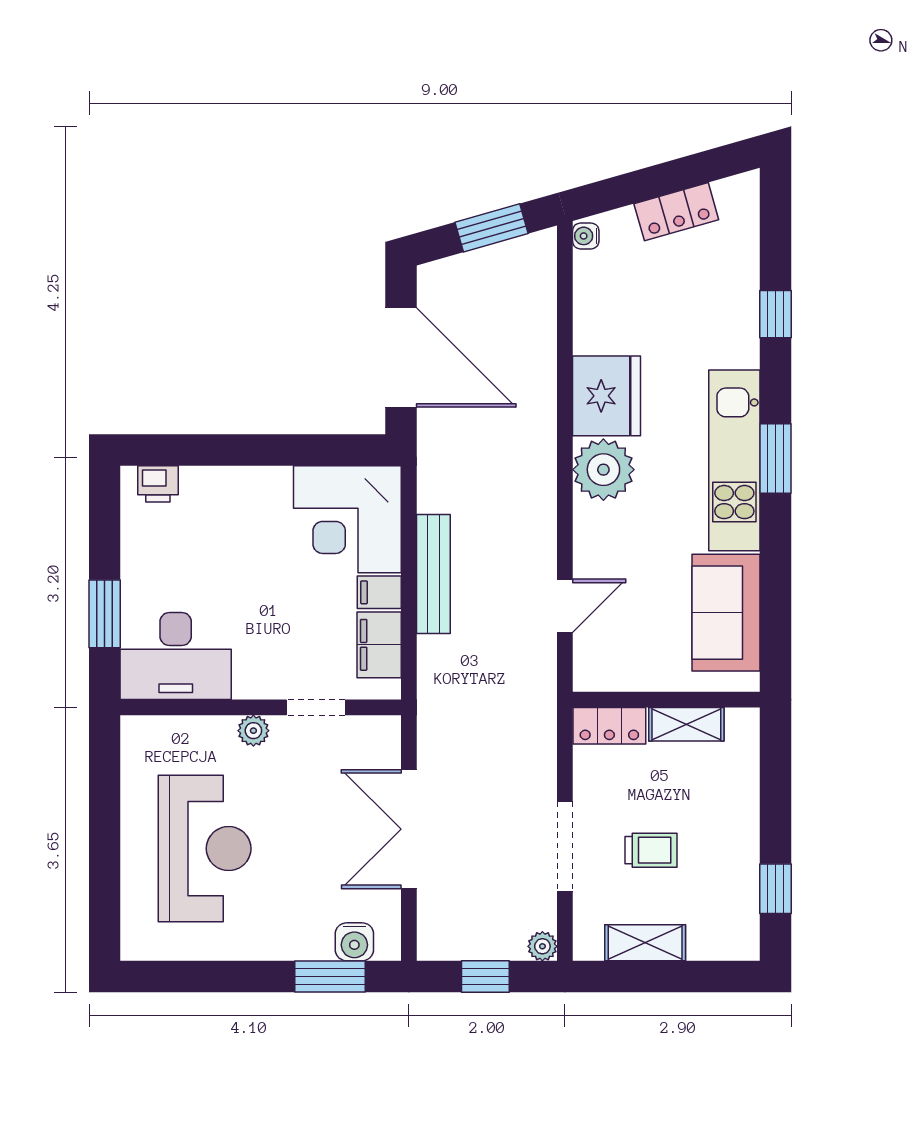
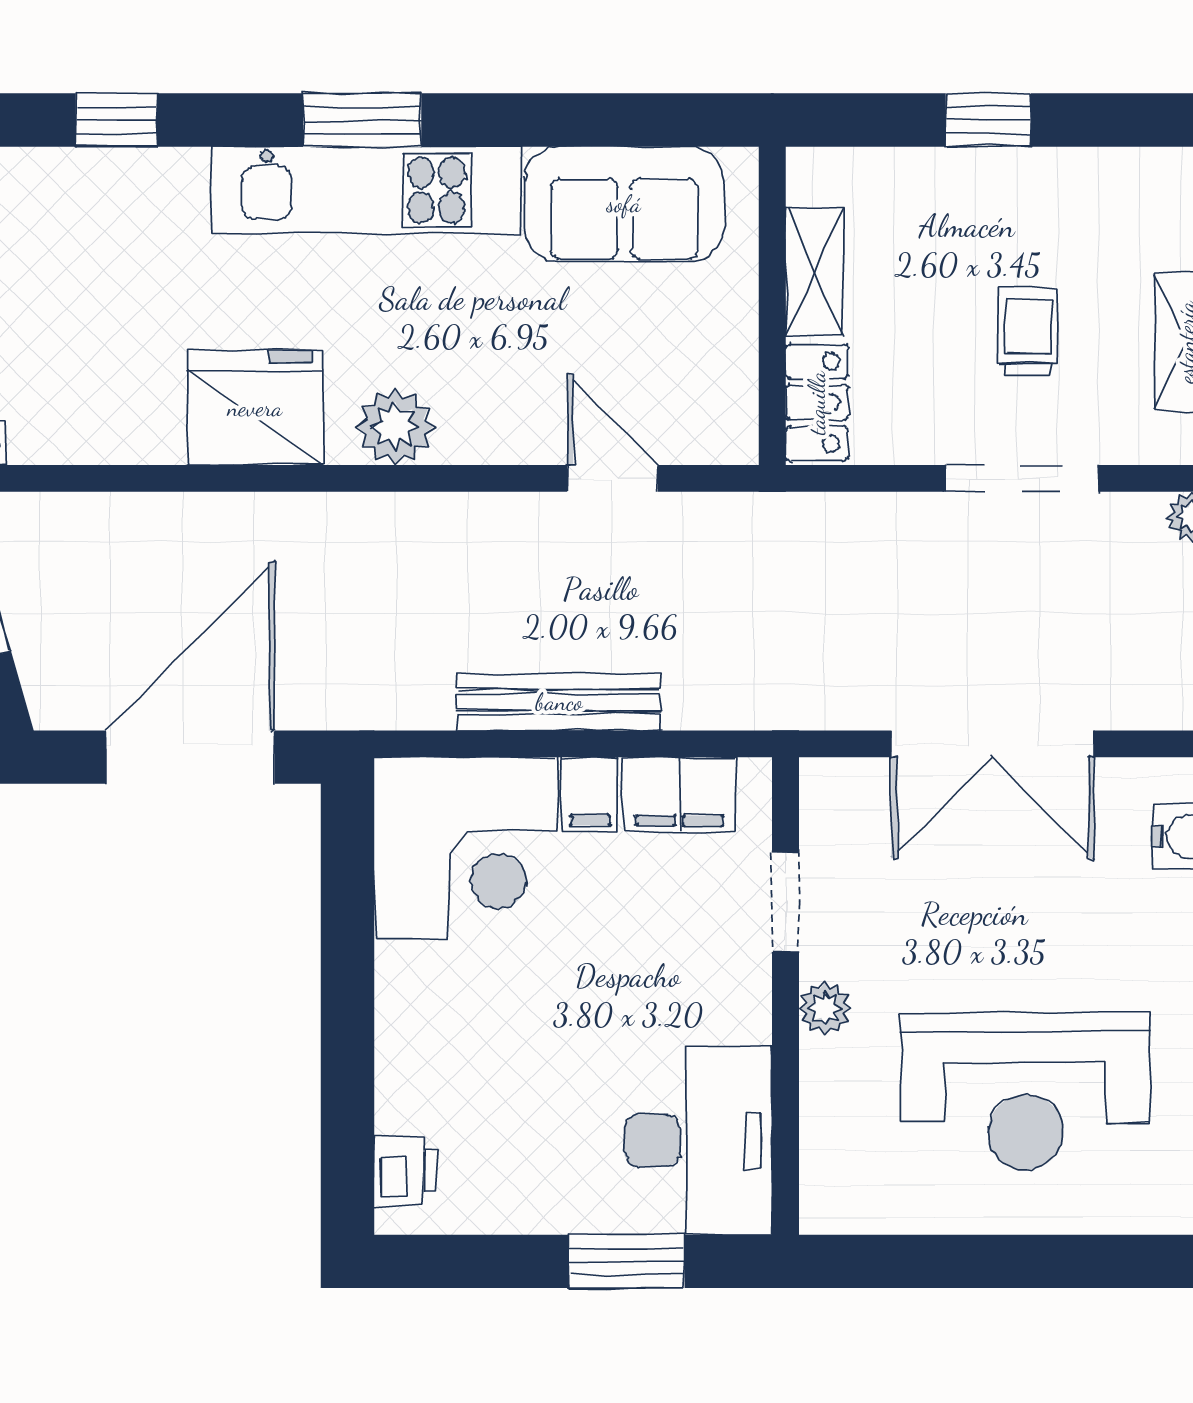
plant: (603, 470) -> (395, 427), width x0.73, depth x0.73
reception desk: (205, 849) -> (1026, 1091), turned 180
window: (775, 889) -> (988, 120), moved

